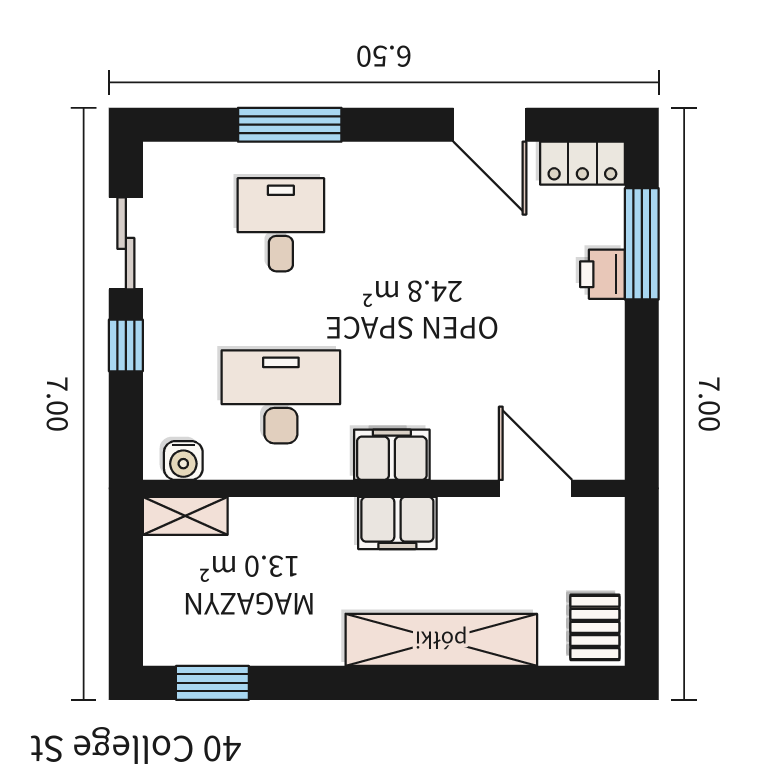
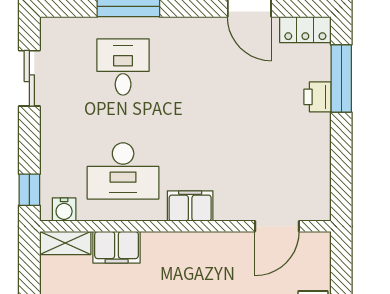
window: (126, 345) -> (29, 190), moved
desk: (281, 397) -> (123, 171), turned 180
door: (536, 488) -> (277, 226), swing flipped
filing cabinet: (397, 523) -> (117, 247), moved

